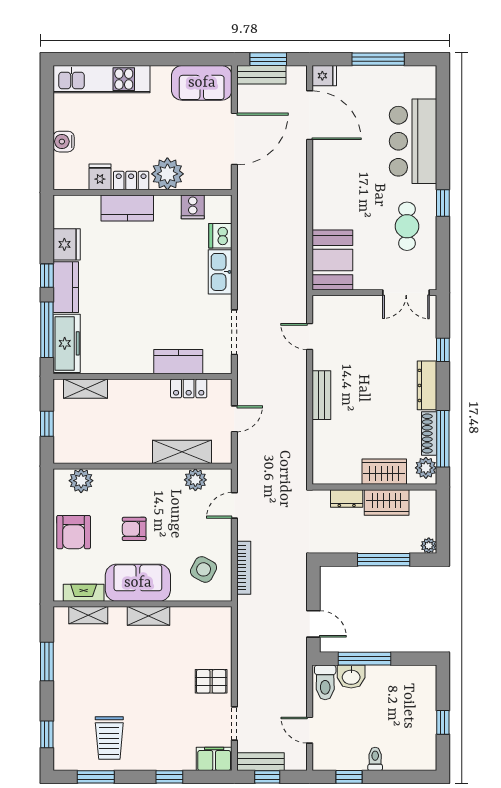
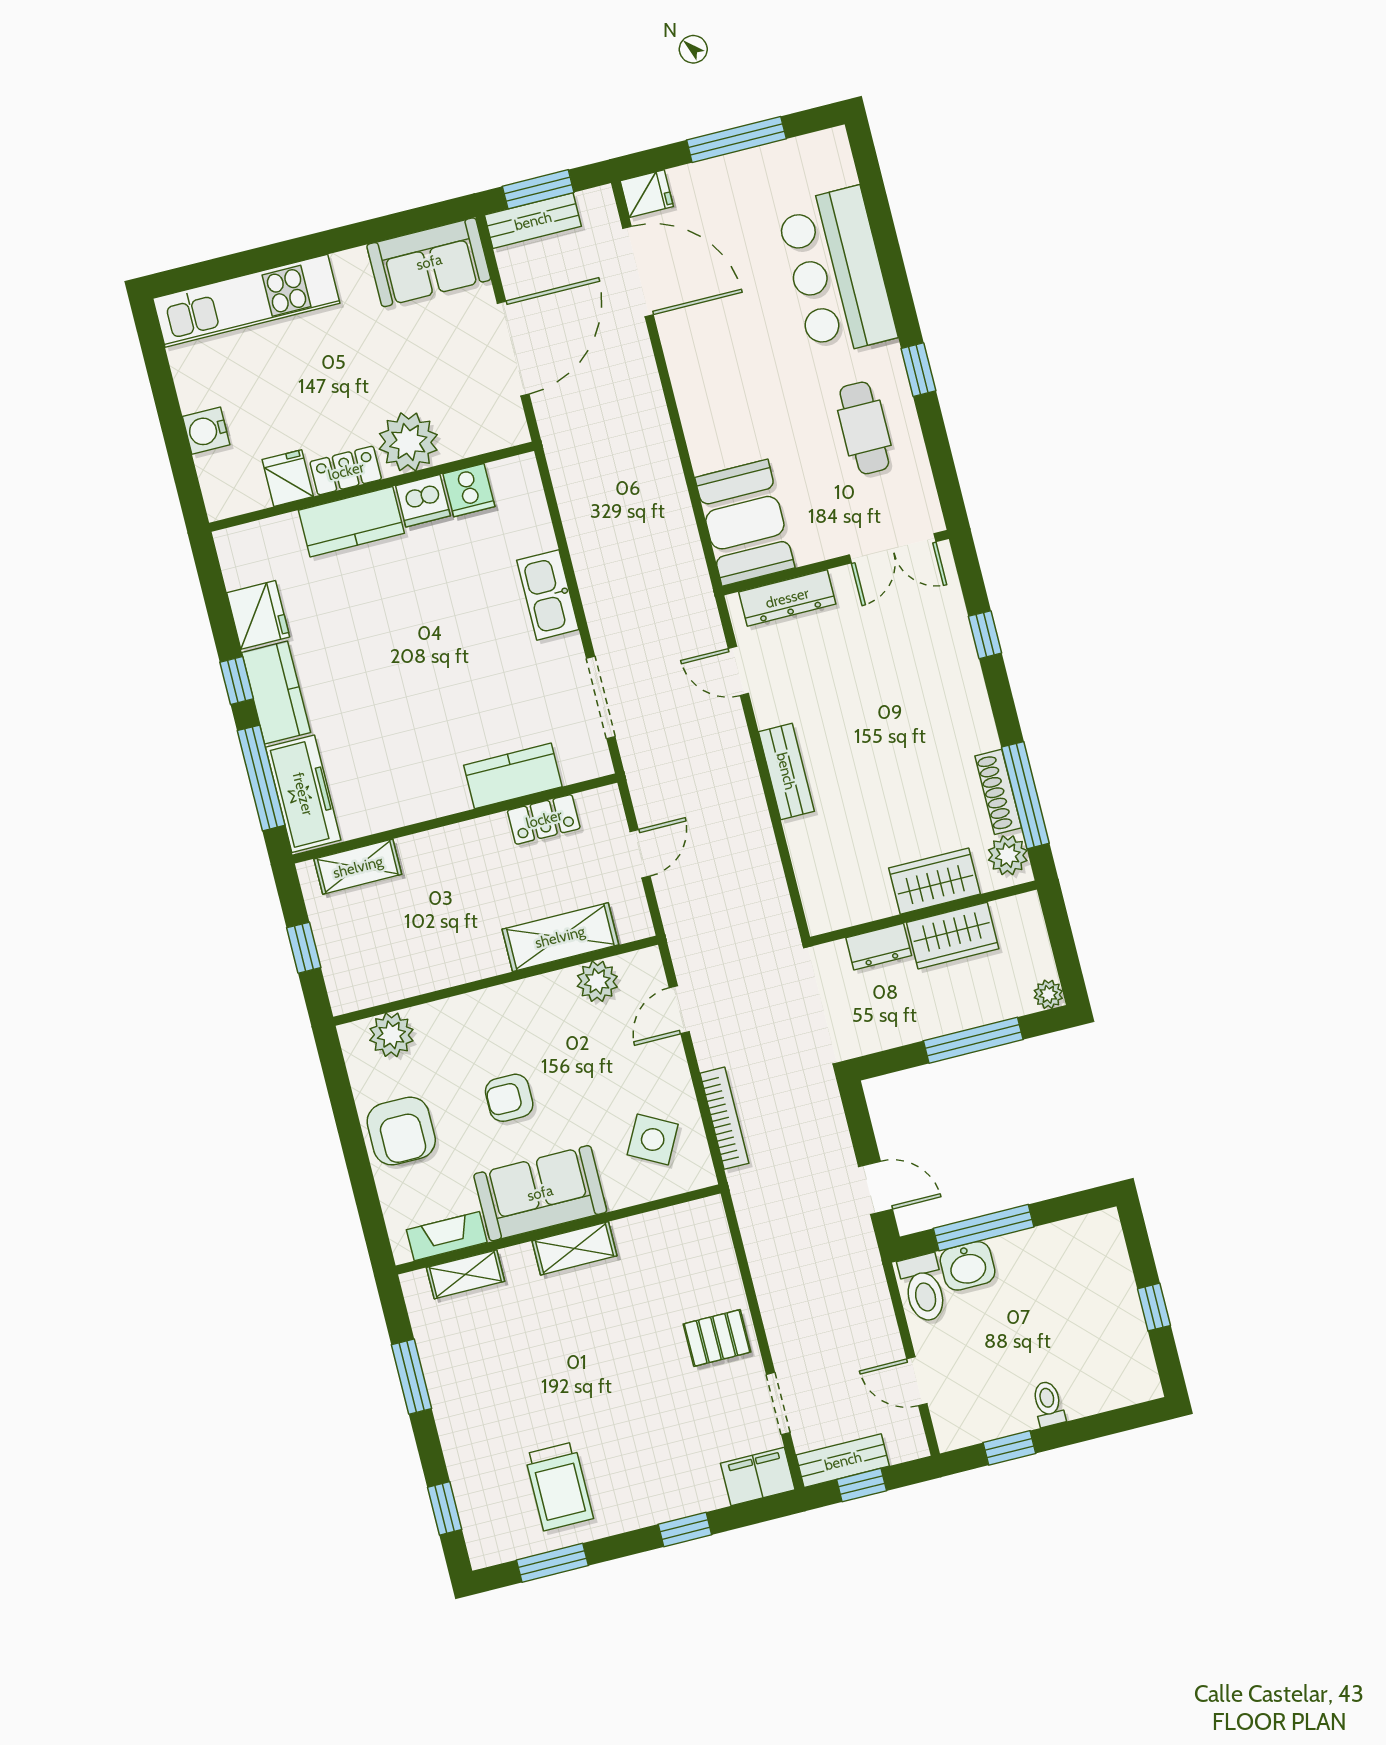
dishwasher: (220, 236) -> (423, 501), moved, turned -90
dresser: (427, 385) -> (787, 598), moved, turned -90

